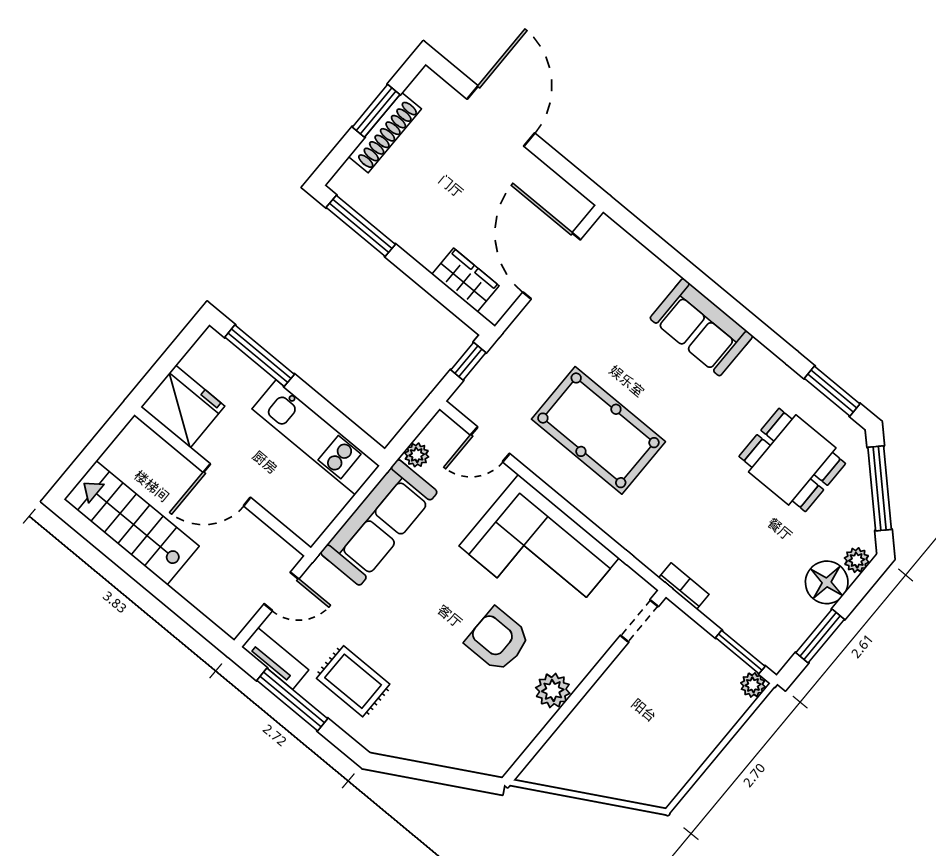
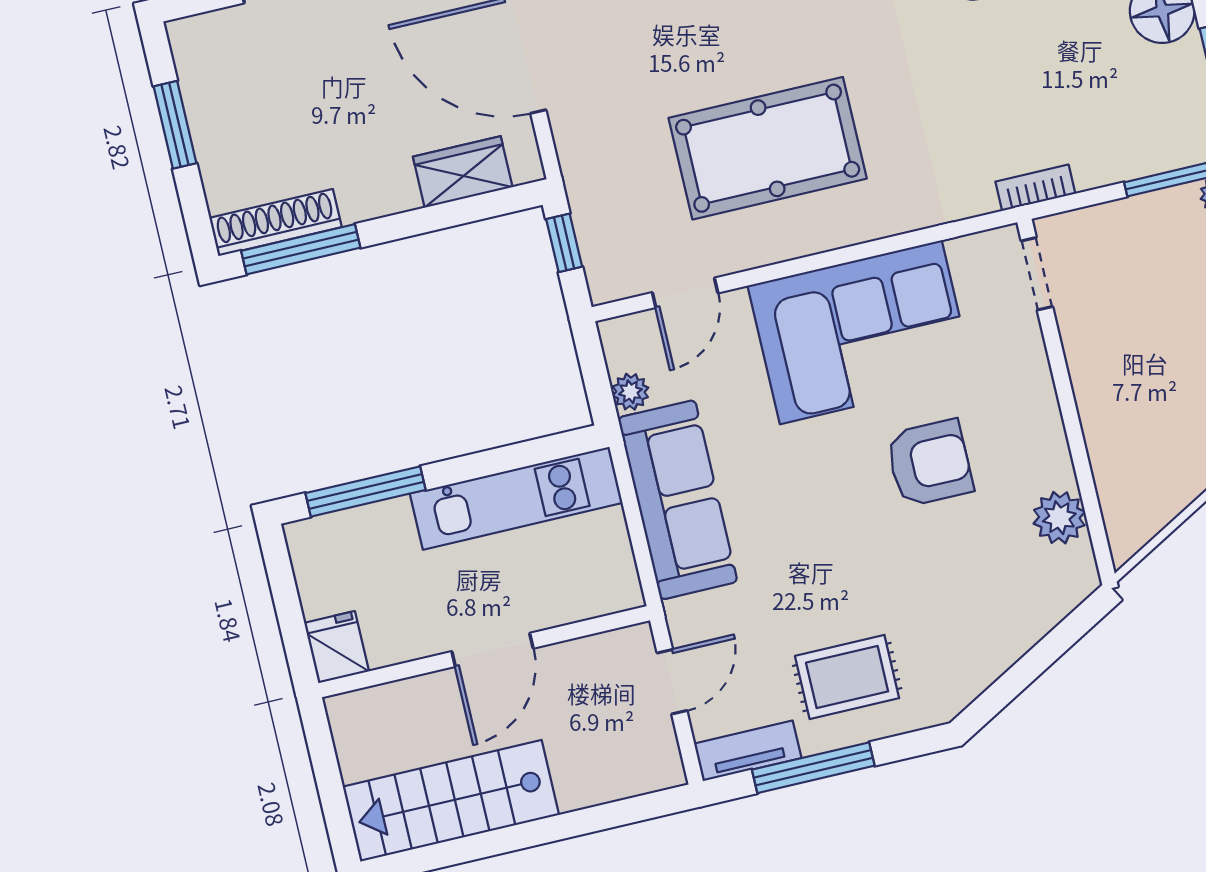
shoe rack: (385, 133) -> (276, 223), moved, turned -90
fridge: (183, 407) -> (337, 647), width x0.53, depth x0.75
armchair: (498, 640) -> (930, 463), turned 180
plant: (553, 690) -> (1059, 518), moved

